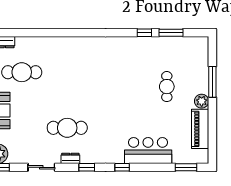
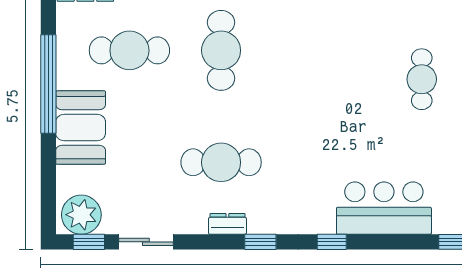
cafe table: (67, 72) -> (221, 50), added
sliding door: (41, 167) -> (146, 242), moved

